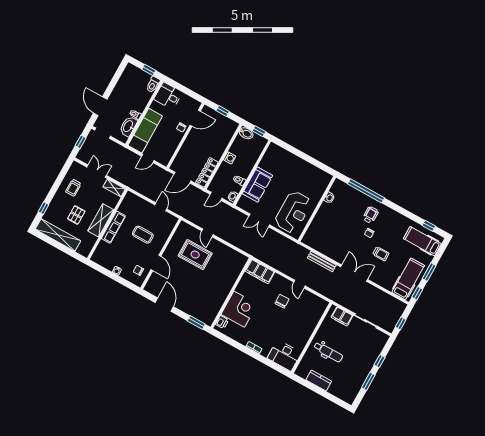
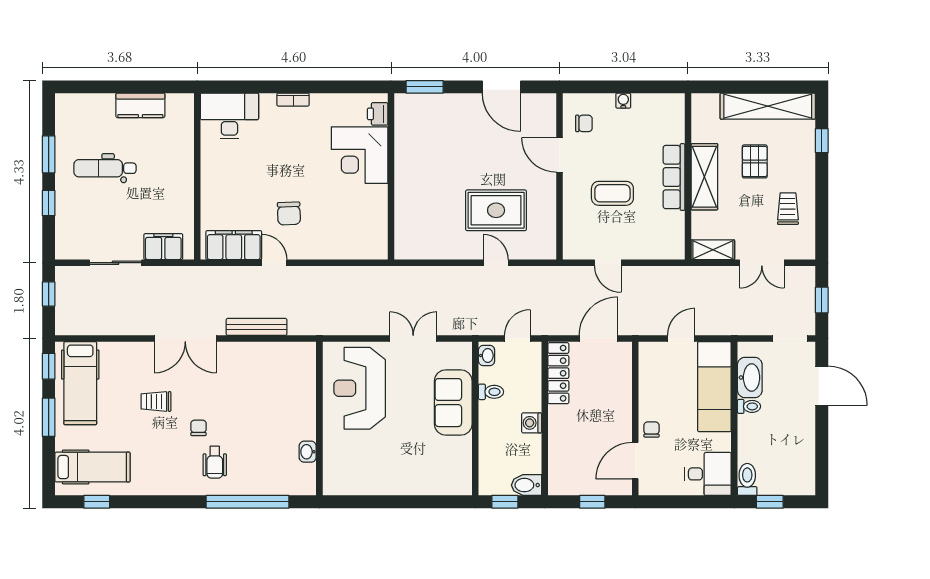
filing cabinet: (260, 272) -> (234, 245), moved
dental chair: (328, 352) -> (105, 168), moved

